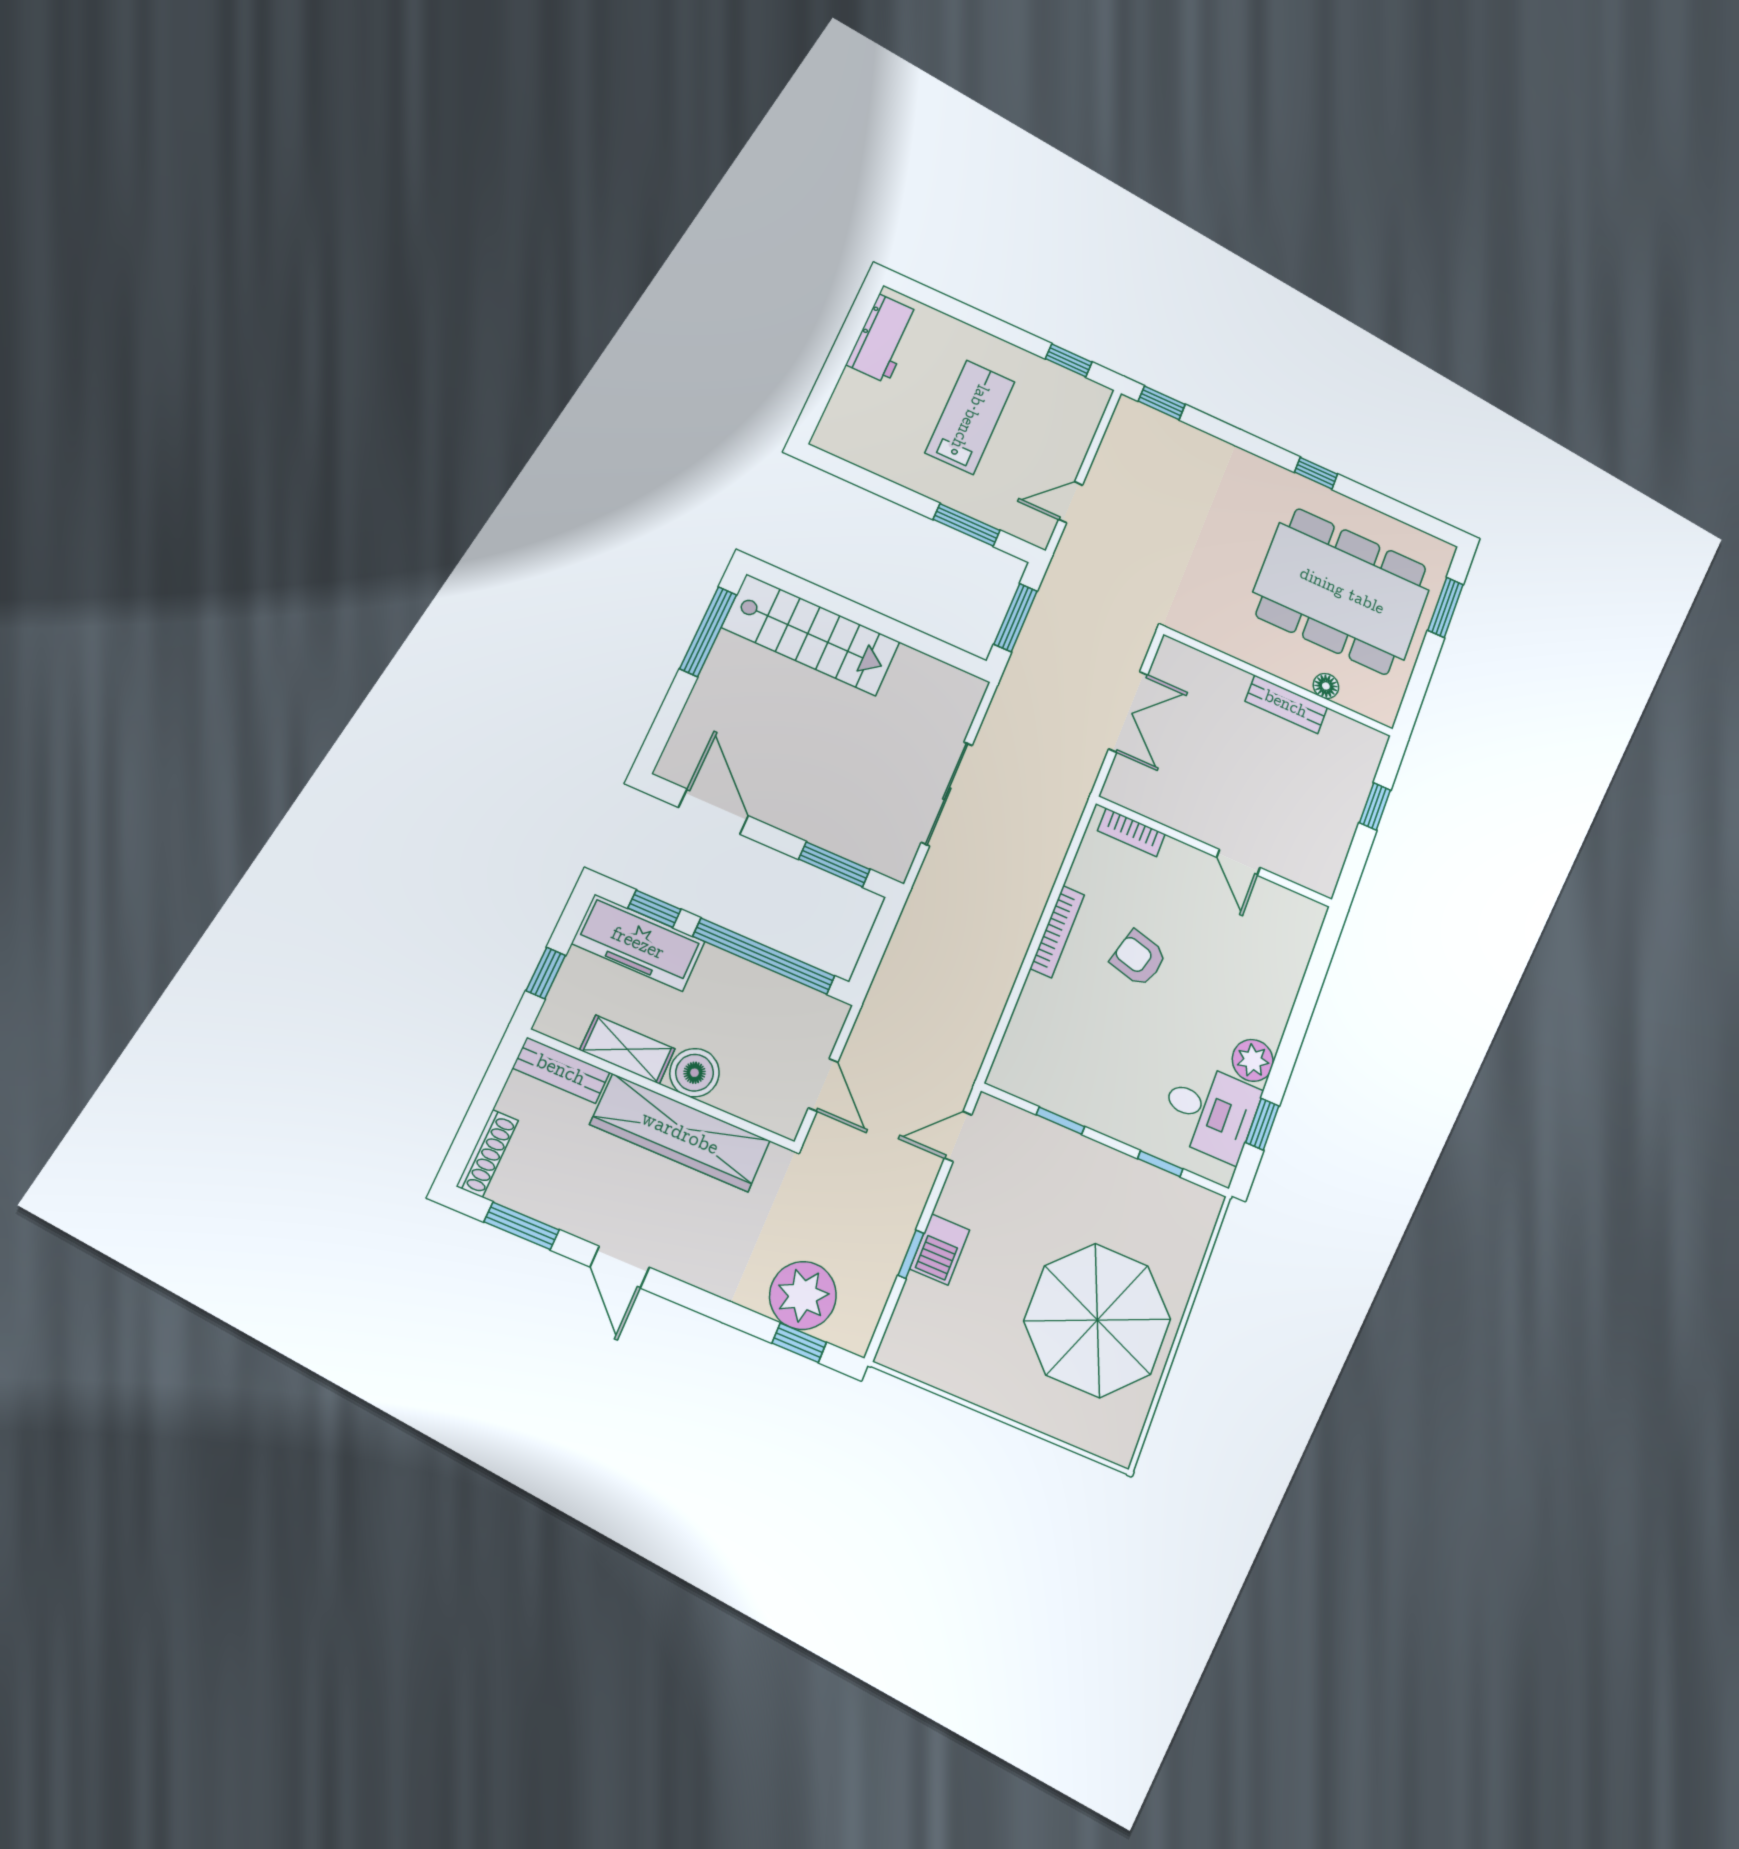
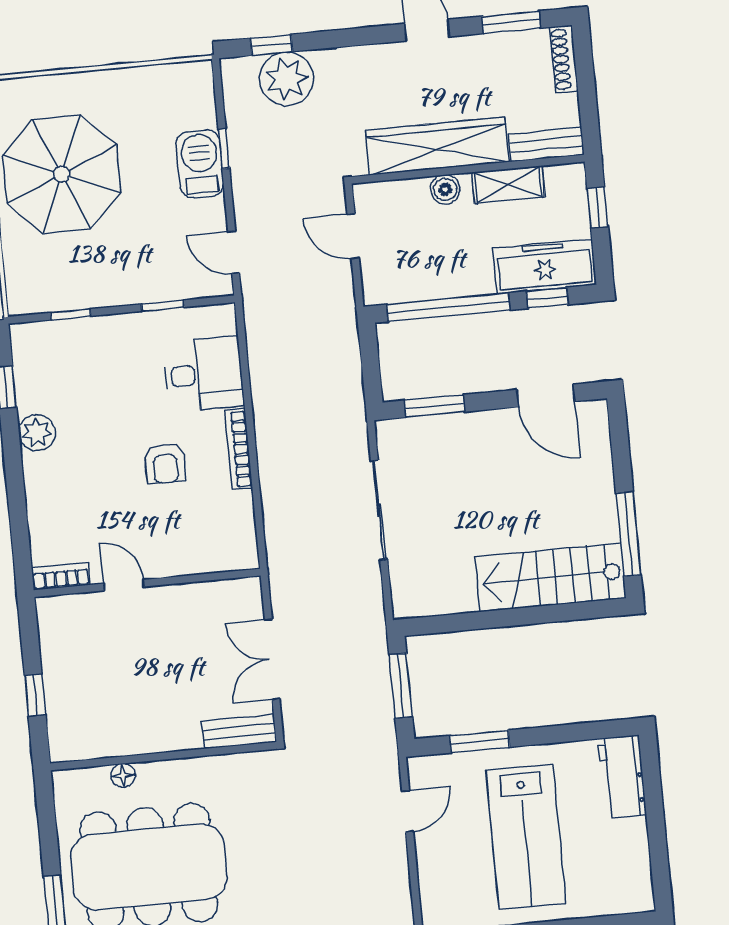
workbench: (883, 338) -> (622, 777), moved
lab bench: (970, 417) -> (526, 837), width x1.36, depth x1.39
bench: (1286, 704) -> (239, 732), moved
bookcase: (1131, 832) -> (61, 576), moved
armchair: (1138, 958) -> (165, 463), turned 75
boiler: (695, 1073) -> (445, 189), width x0.73, depth x0.73
desk: (1210, 1111) -> (204, 374), moved, turned 180
door: (958, 1137) -> (234, 252), swing flipped
barbecue: (940, 1249) -> (200, 164), width x1.38, depth x1.27

